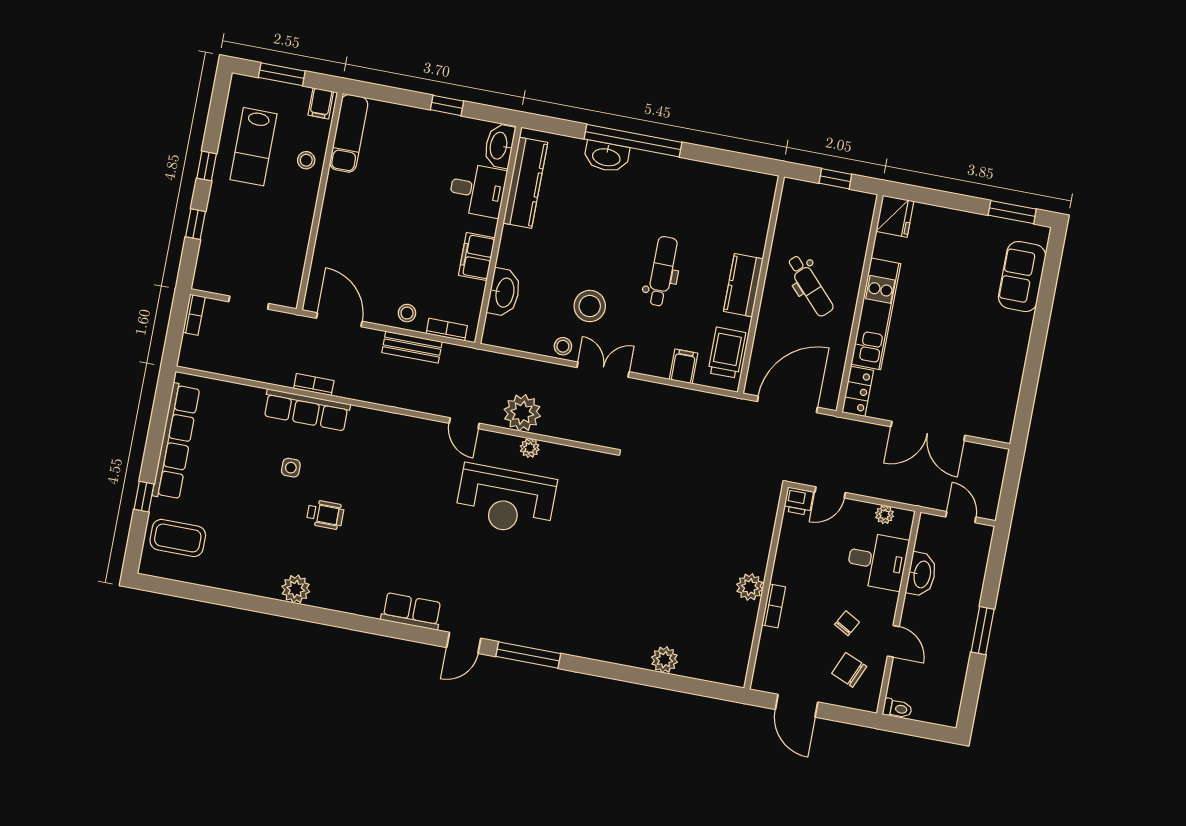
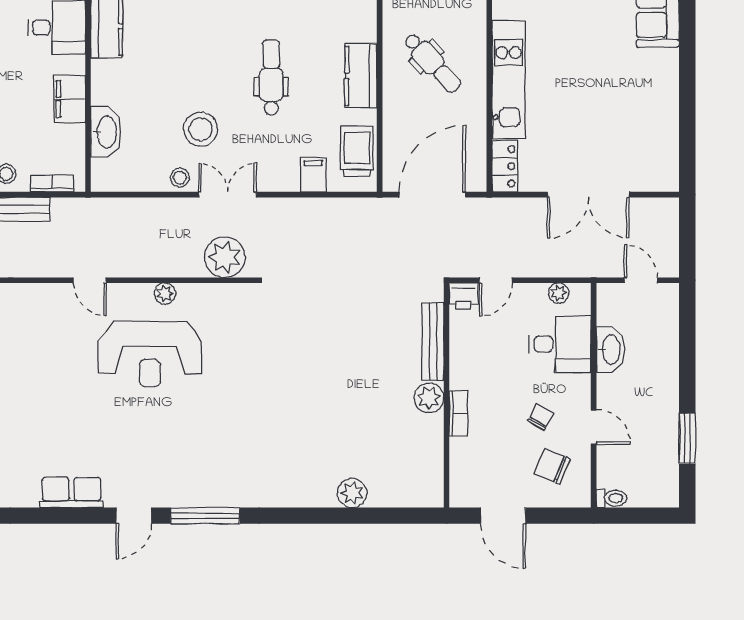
plant: (522, 413) -> (225, 257), moved
bench: (763, 537) -> (433, 342), added
window: (983, 631) -> (687, 438), moved

